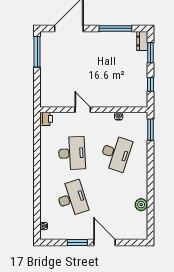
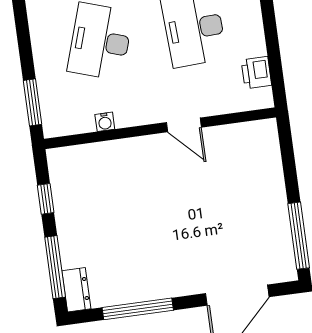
window: (151, 53) -> (55, 267), width x1.44
printer: (46, 119) -> (256, 73), moved

